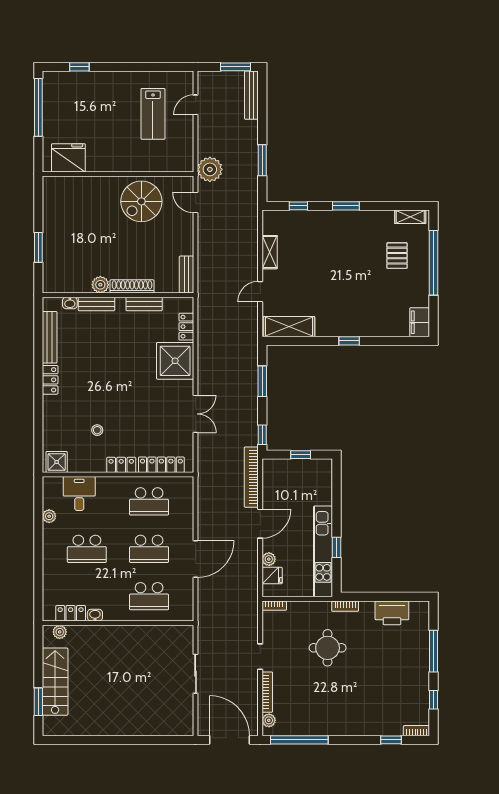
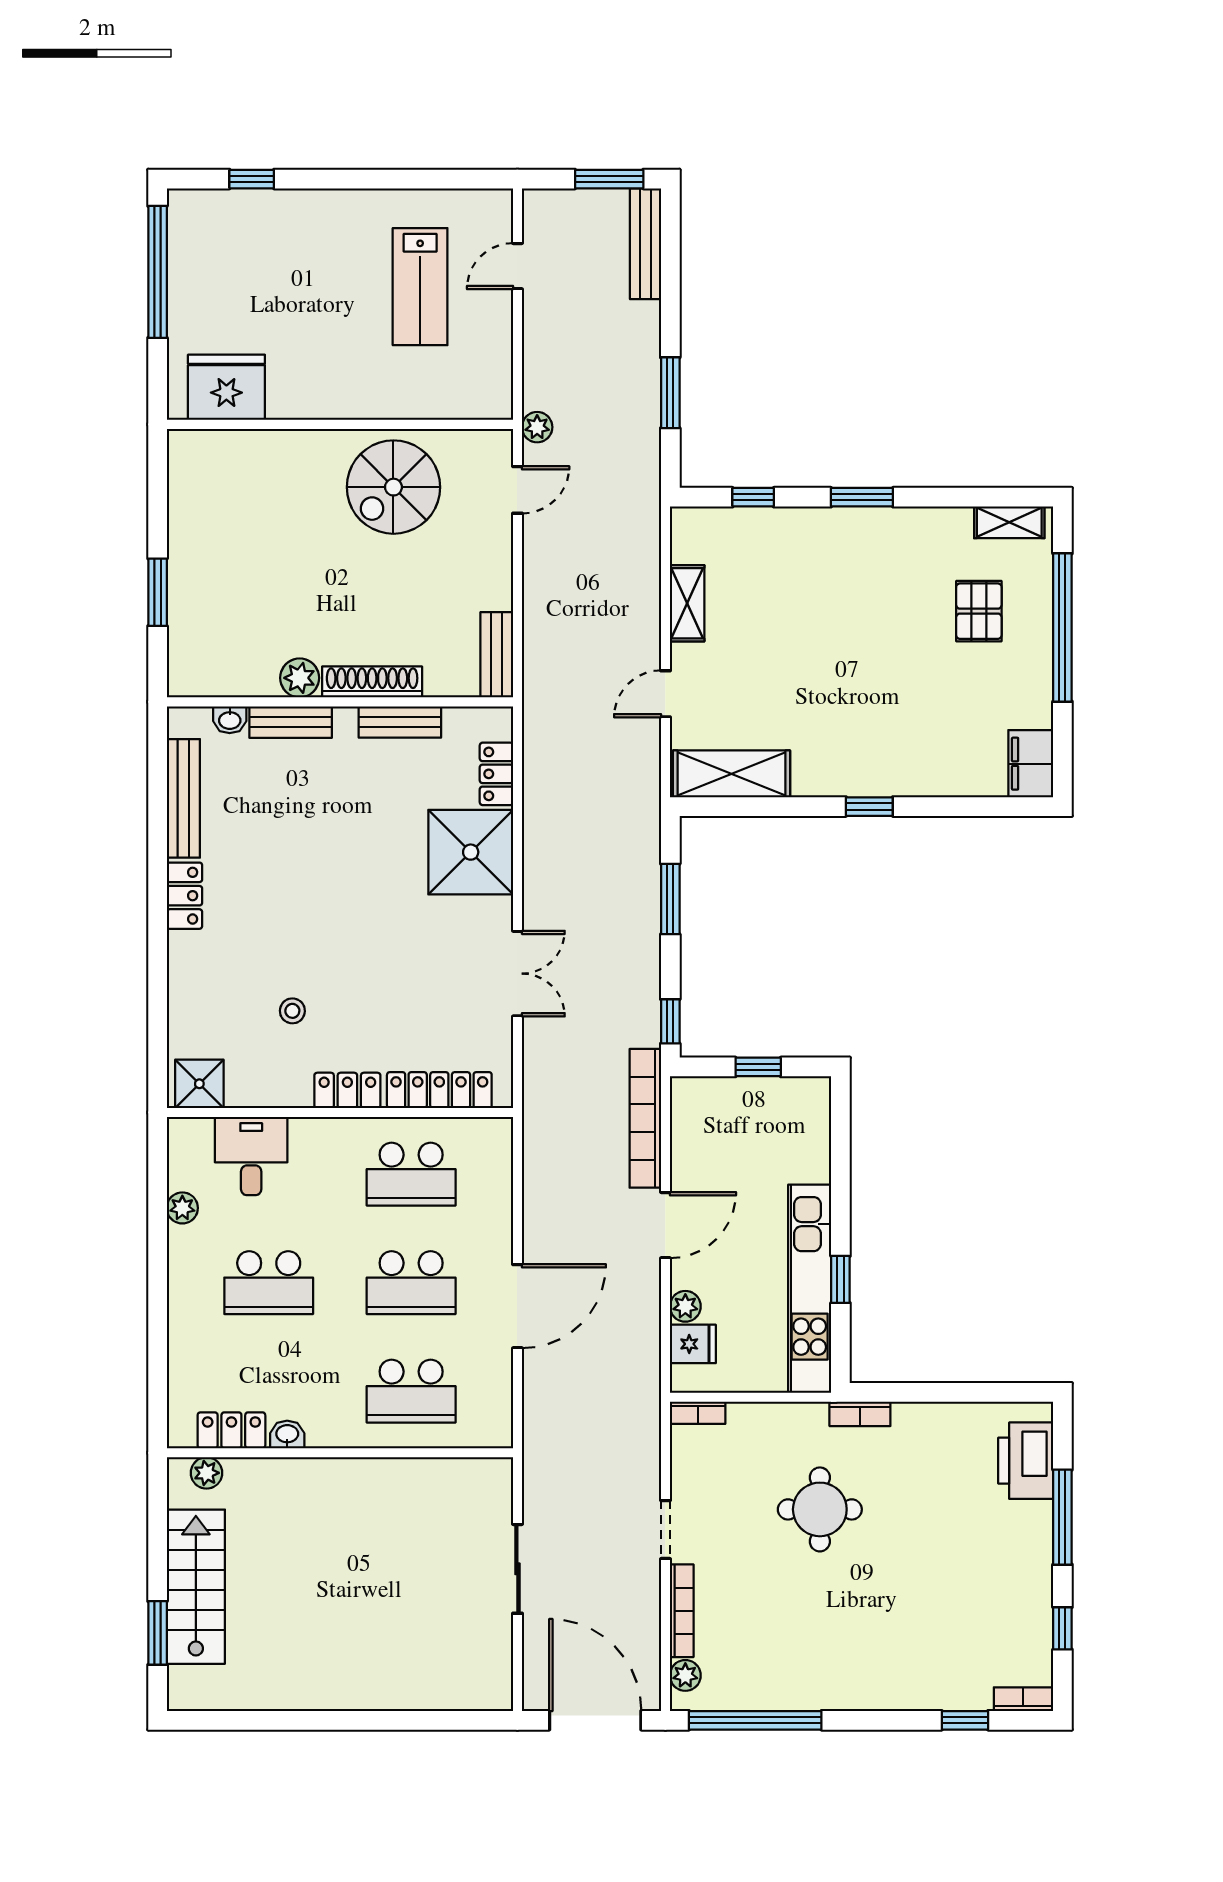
plant: (210, 169) -> (537, 427), width x0.53, depth x0.53
door: (196, 203) -> (517, 490), swing flipped
printer: (392, 613) -> (1026, 1461), moved, turned 90

